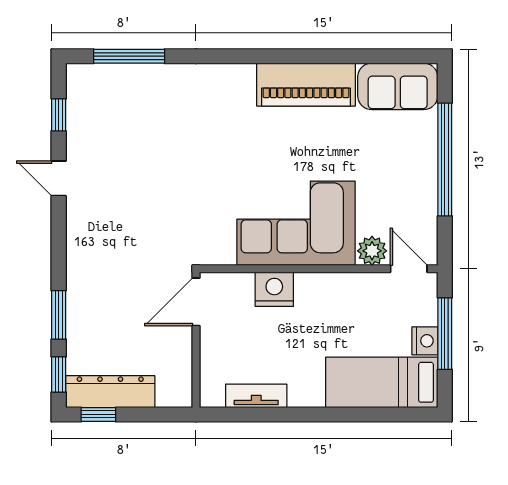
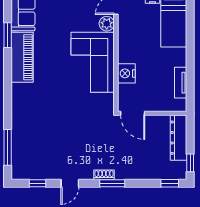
window: (350, 56) -> (8, 35), added
shoe rack: (75, 245) -> (104, 175), added
window: (59, 315) -> (112, 183), moved
dresser: (110, 392) -> (178, 138), moved

